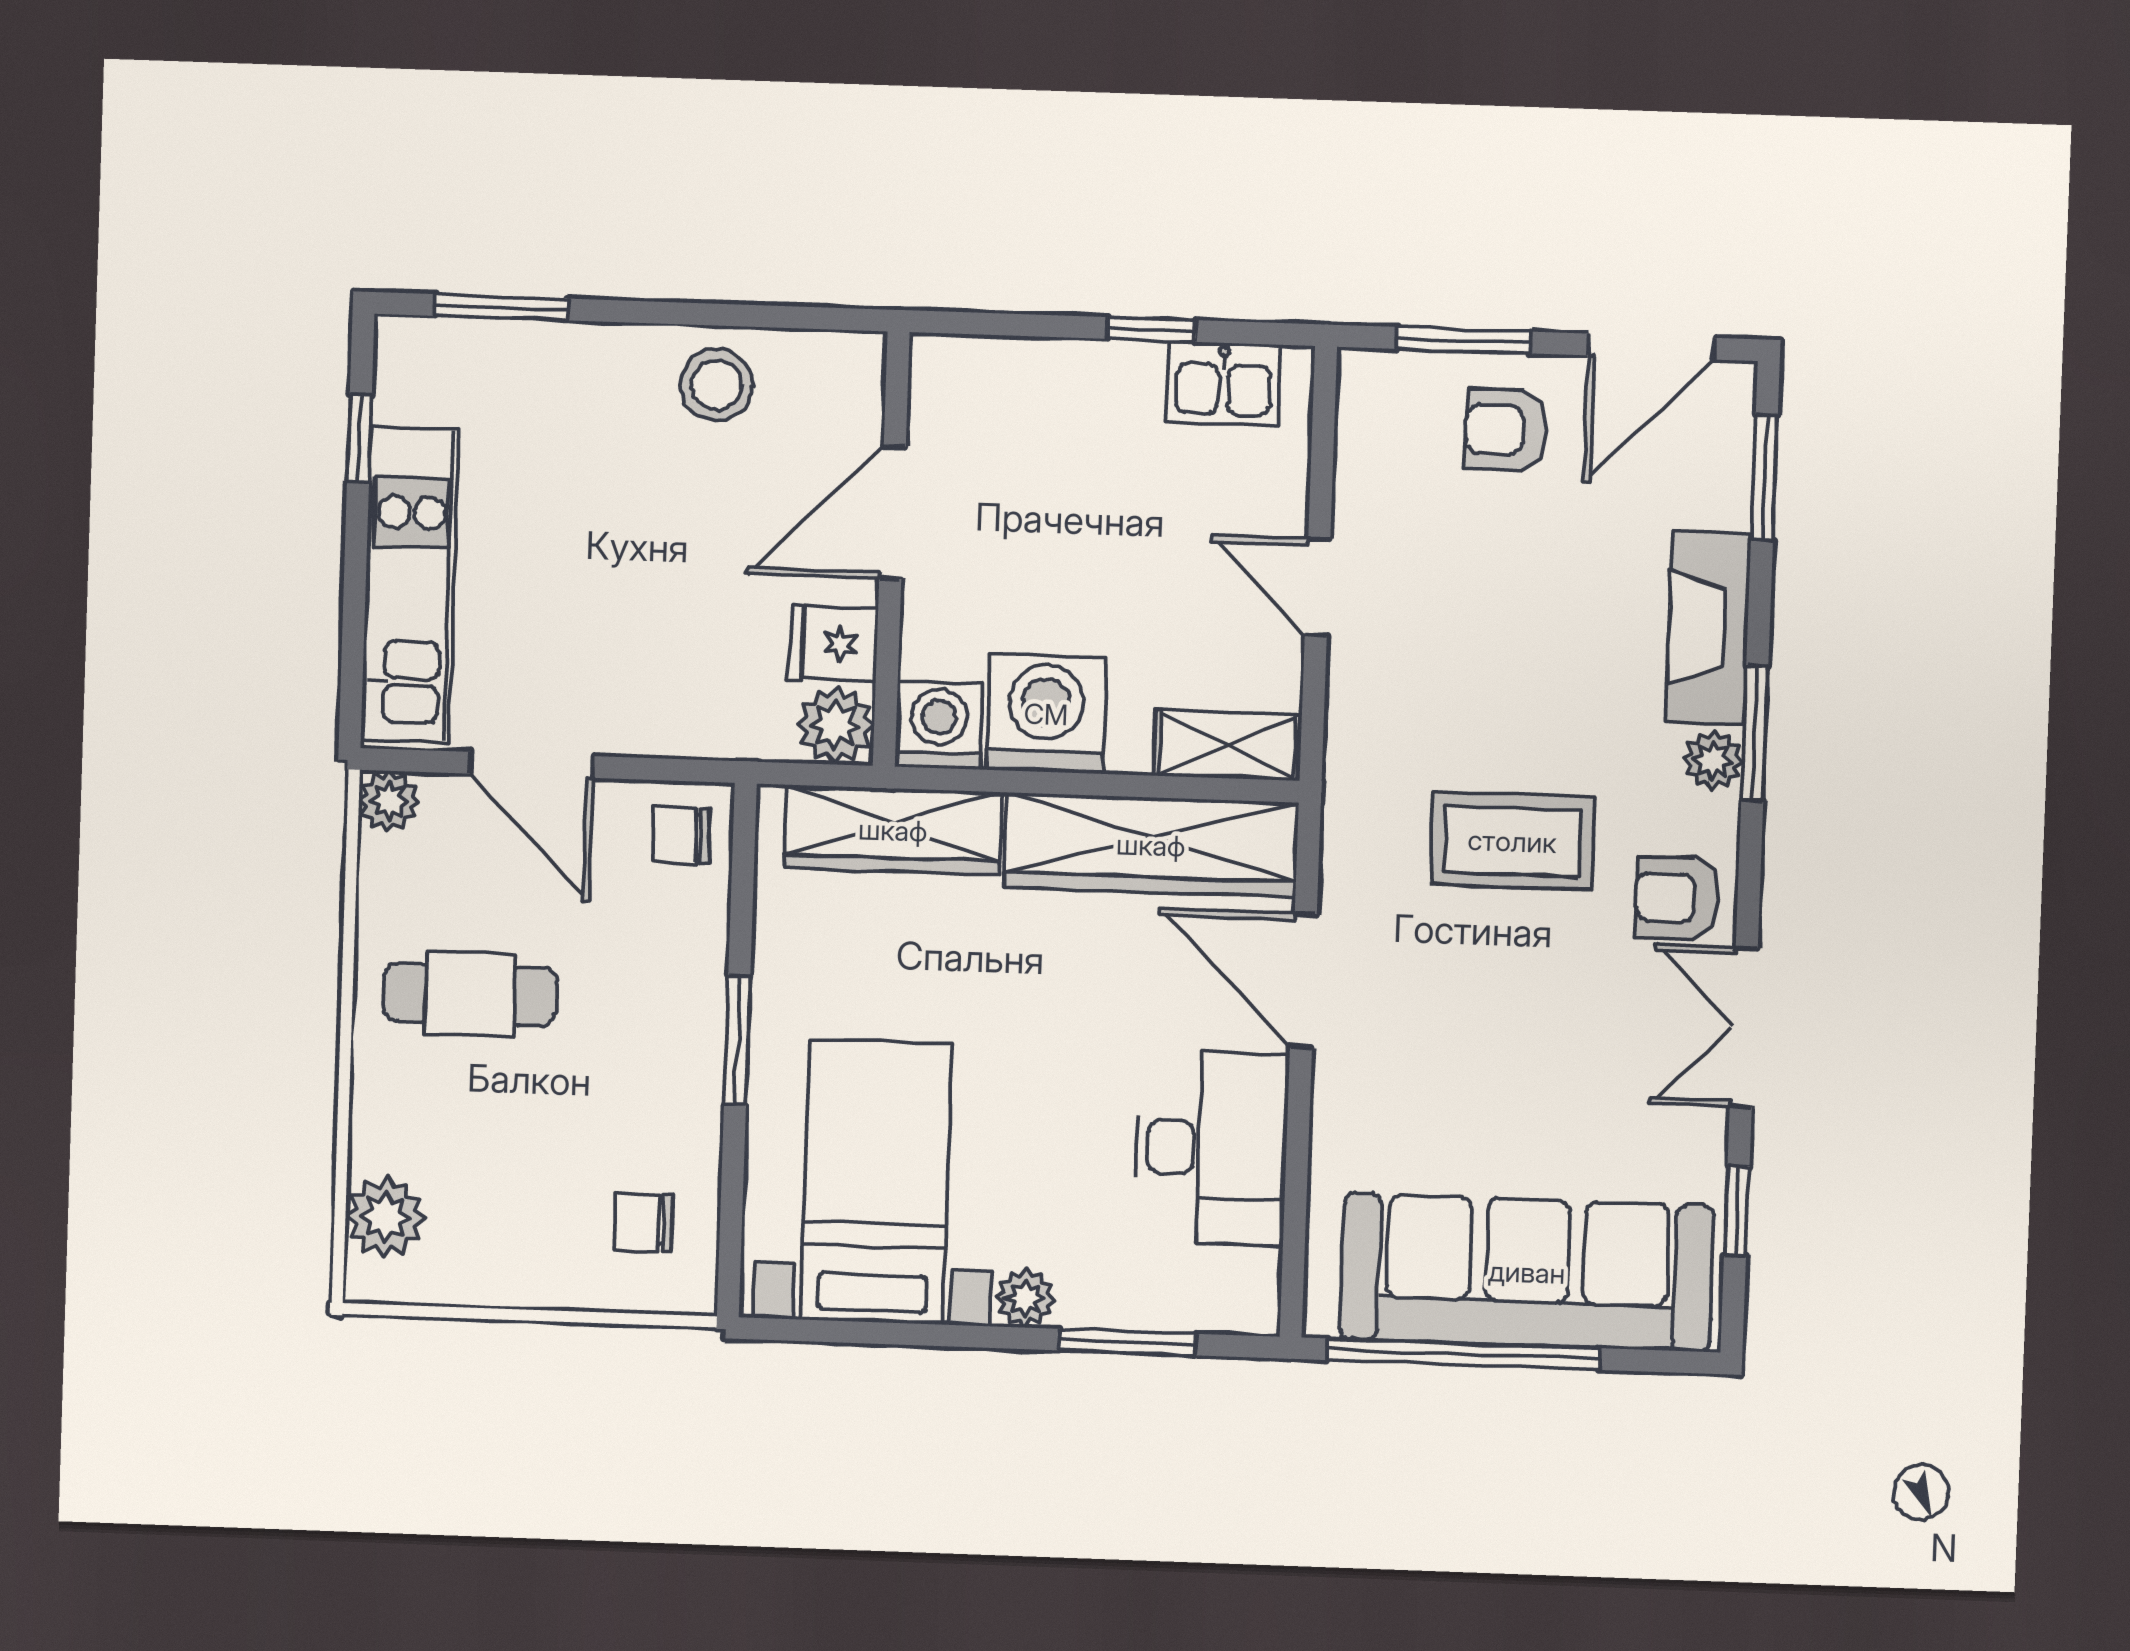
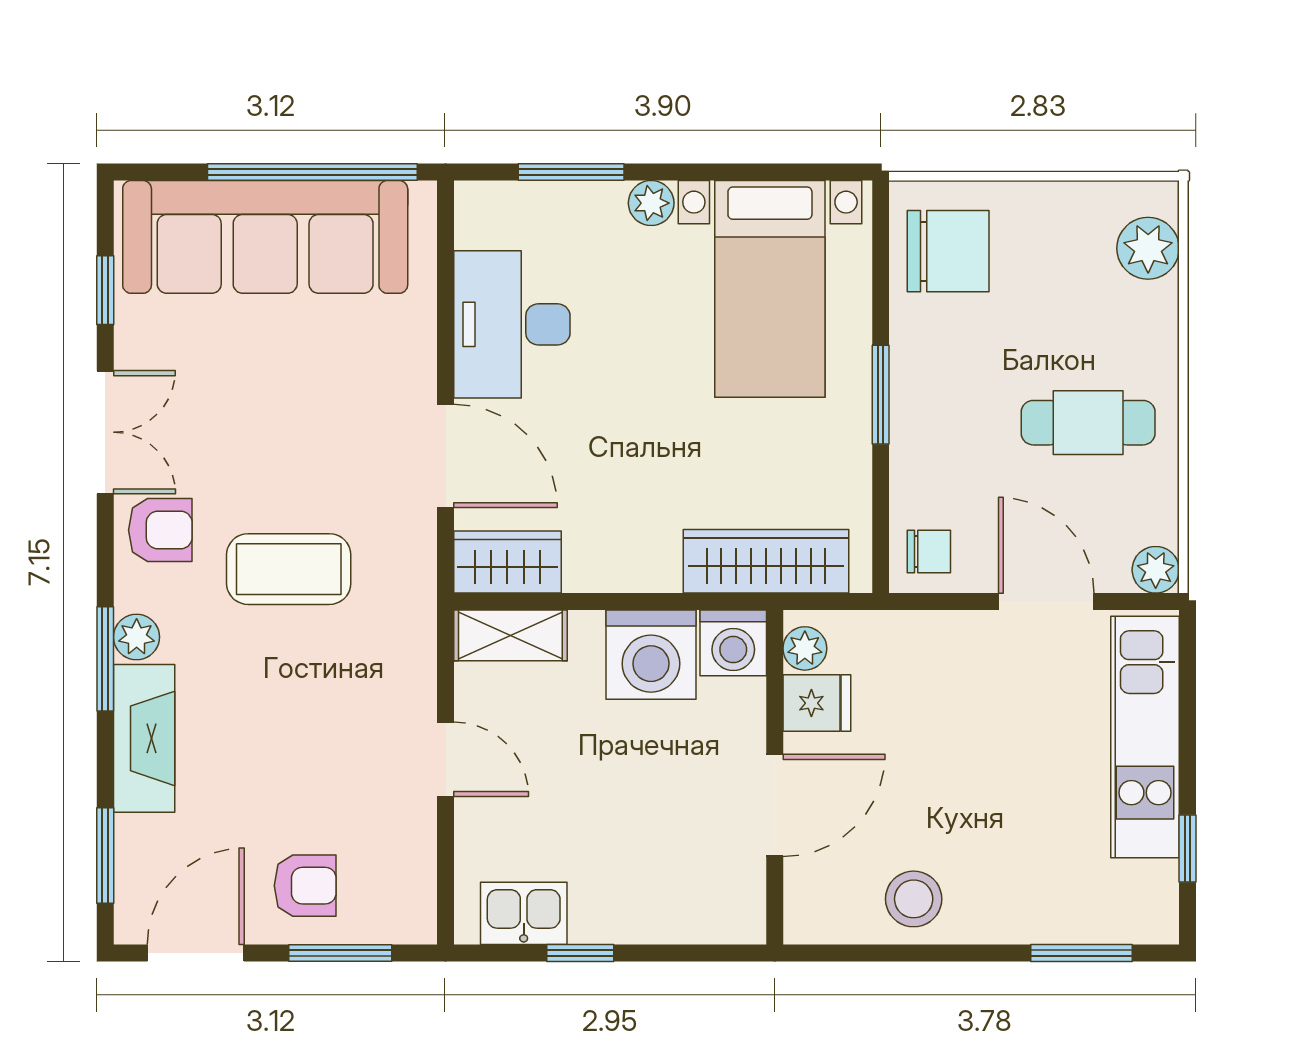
plant: (835, 725) -> (805, 648), width x0.73, depth x0.73
wardrobe: (1151, 845) -> (507, 562), width x0.48, depth x0.85
chair: (644, 1223) -> (948, 251), width x1.87, depth x1.87

